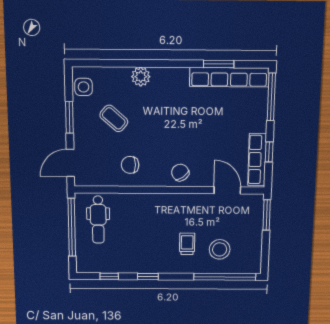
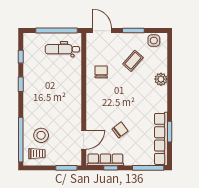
chair: (180, 173) -> (120, 130), moved
trolley: (187, 244) -> (37, 154), moved

